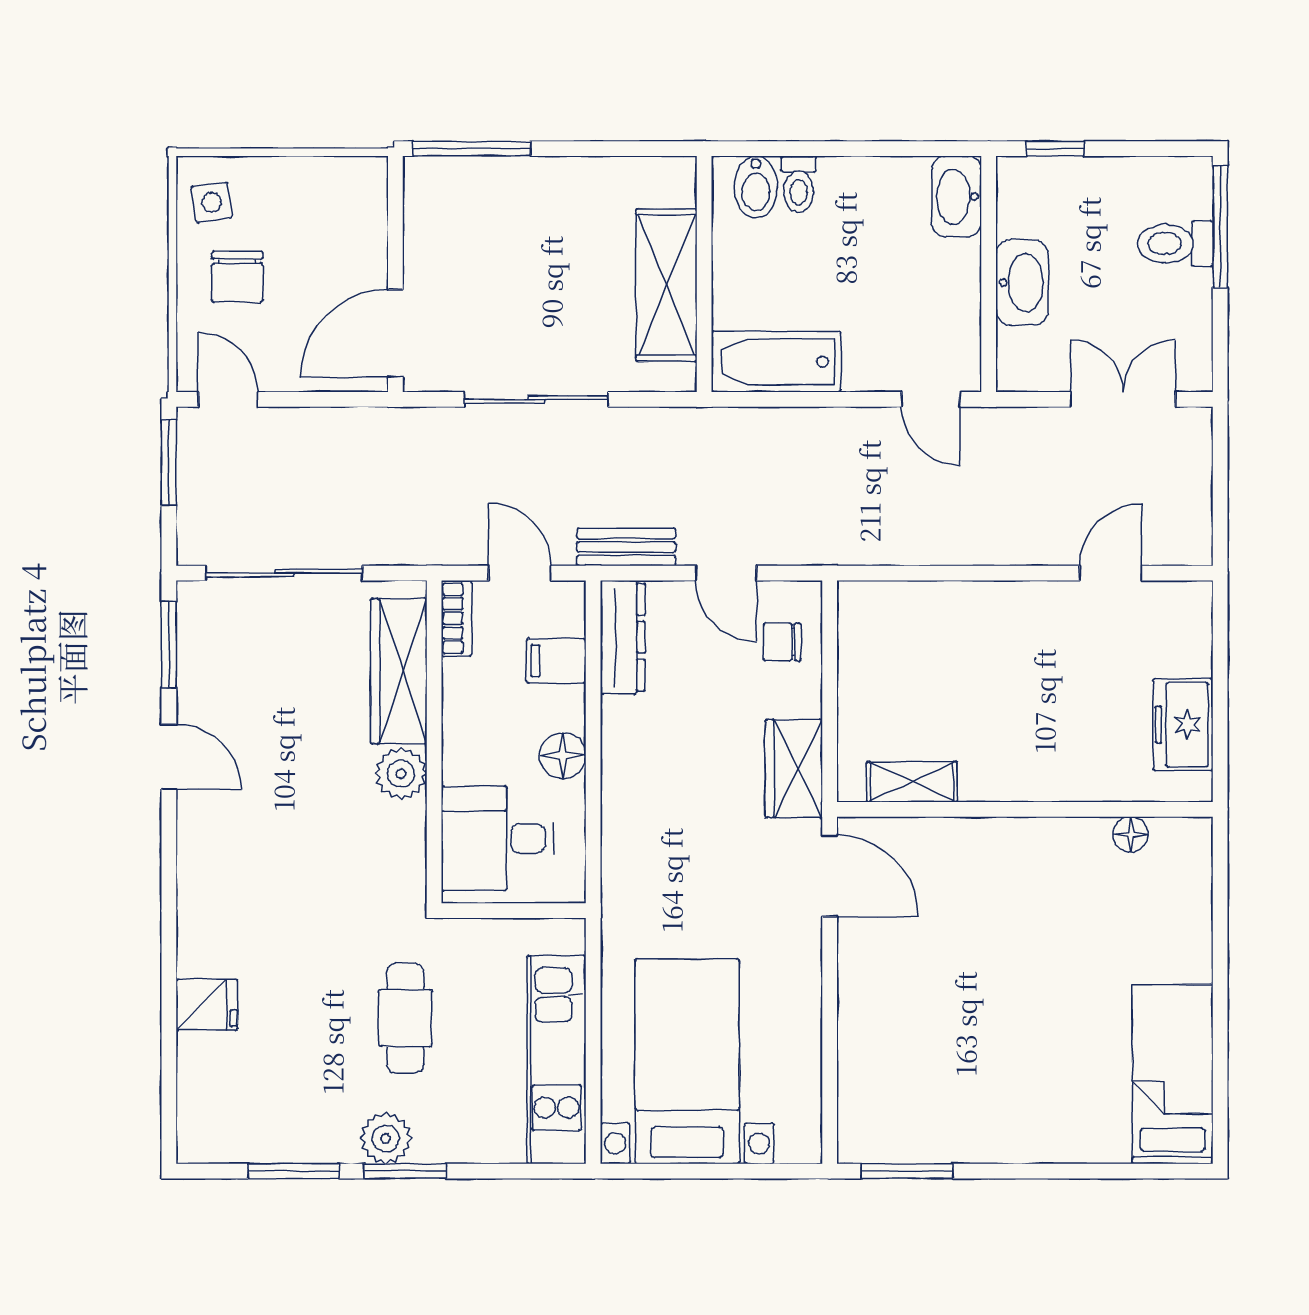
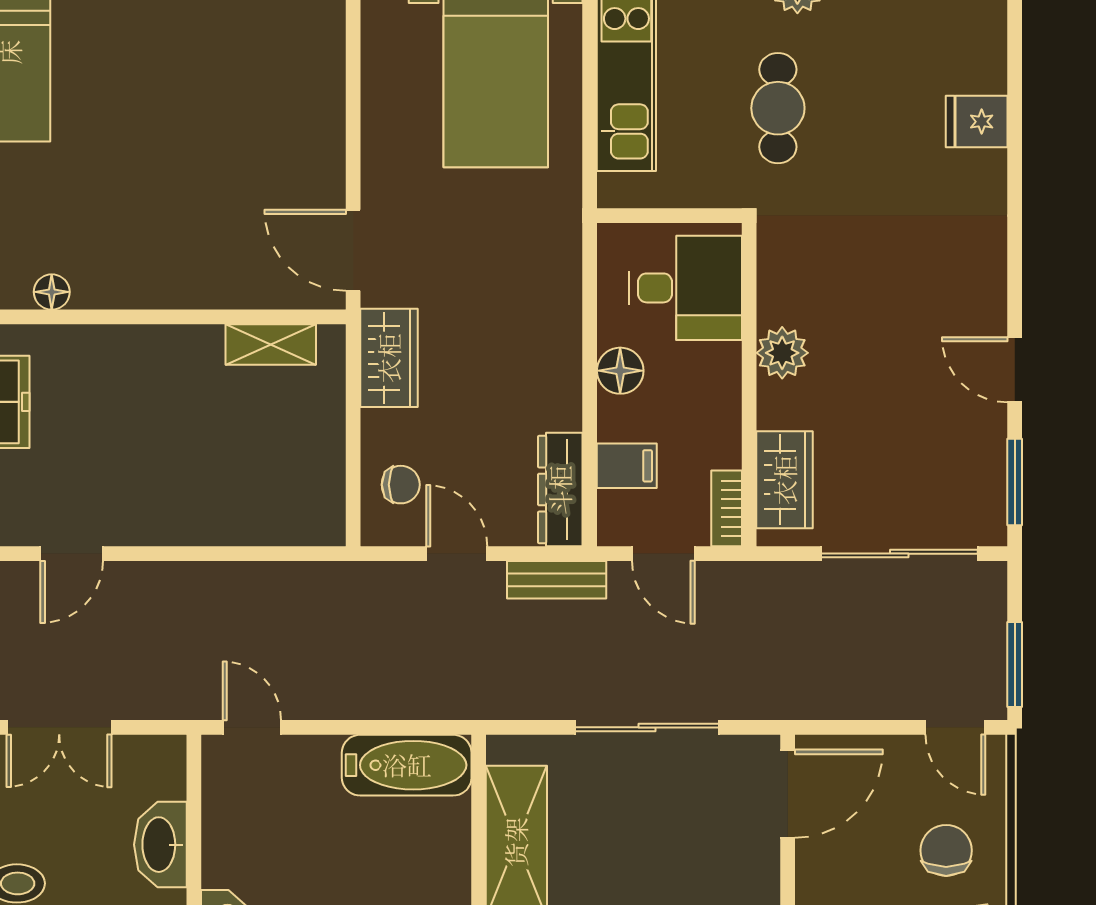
wardrobe: (399, 671) -> (785, 480), width x0.67

